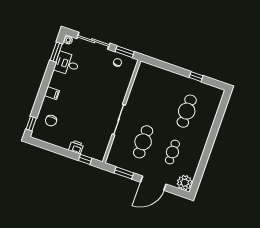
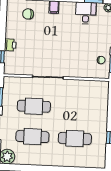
cafe table: (172, 152) -> (32, 137), width x1.37, depth x1.35

